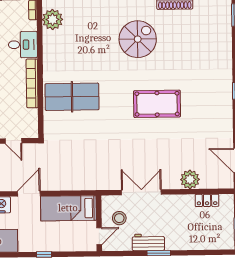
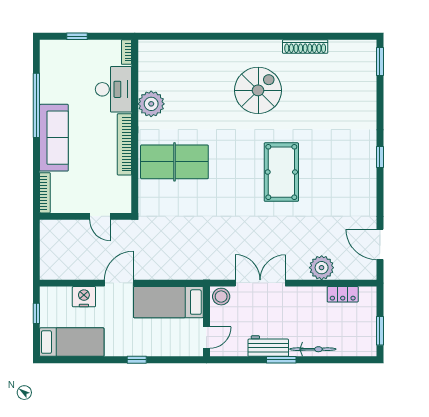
plant: (53, 19) -> (151, 104), moved
desk: (23, 45) -> (113, 89), width x1.37
pool table: (157, 104) -> (281, 172), turned 90
stool: (119, 218) -> (221, 297), moved
bicycle: (184, 244) -> (313, 349), added

